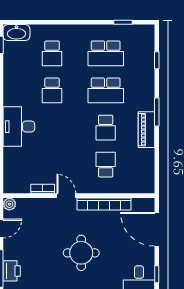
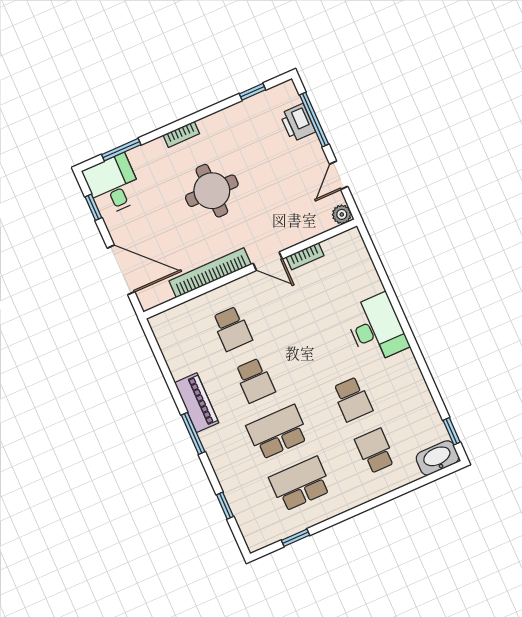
school desk: (52, 90) -> (352, 399), turned 180
school desk: (106, 128) -> (255, 380), turned 180

